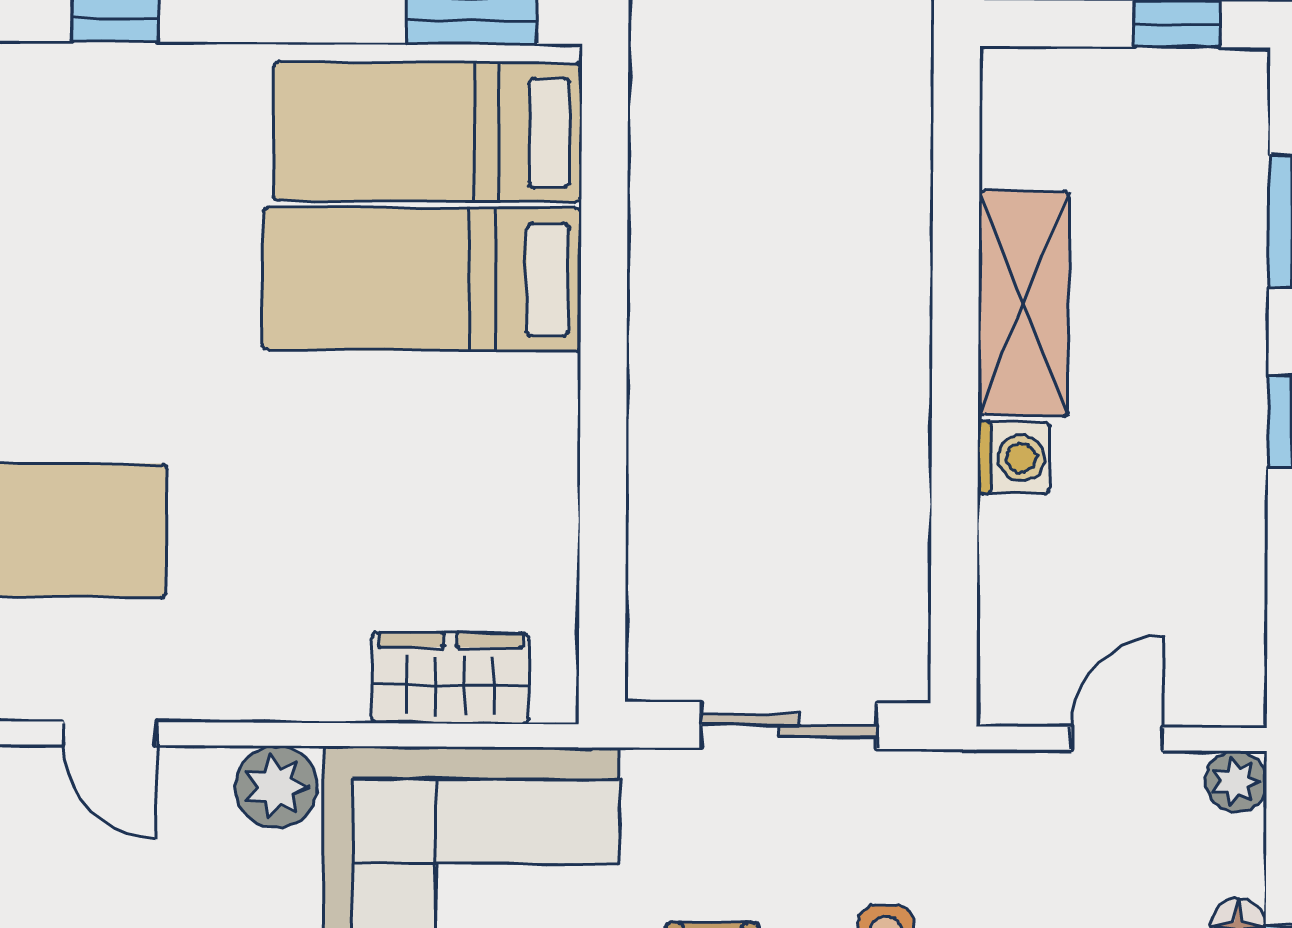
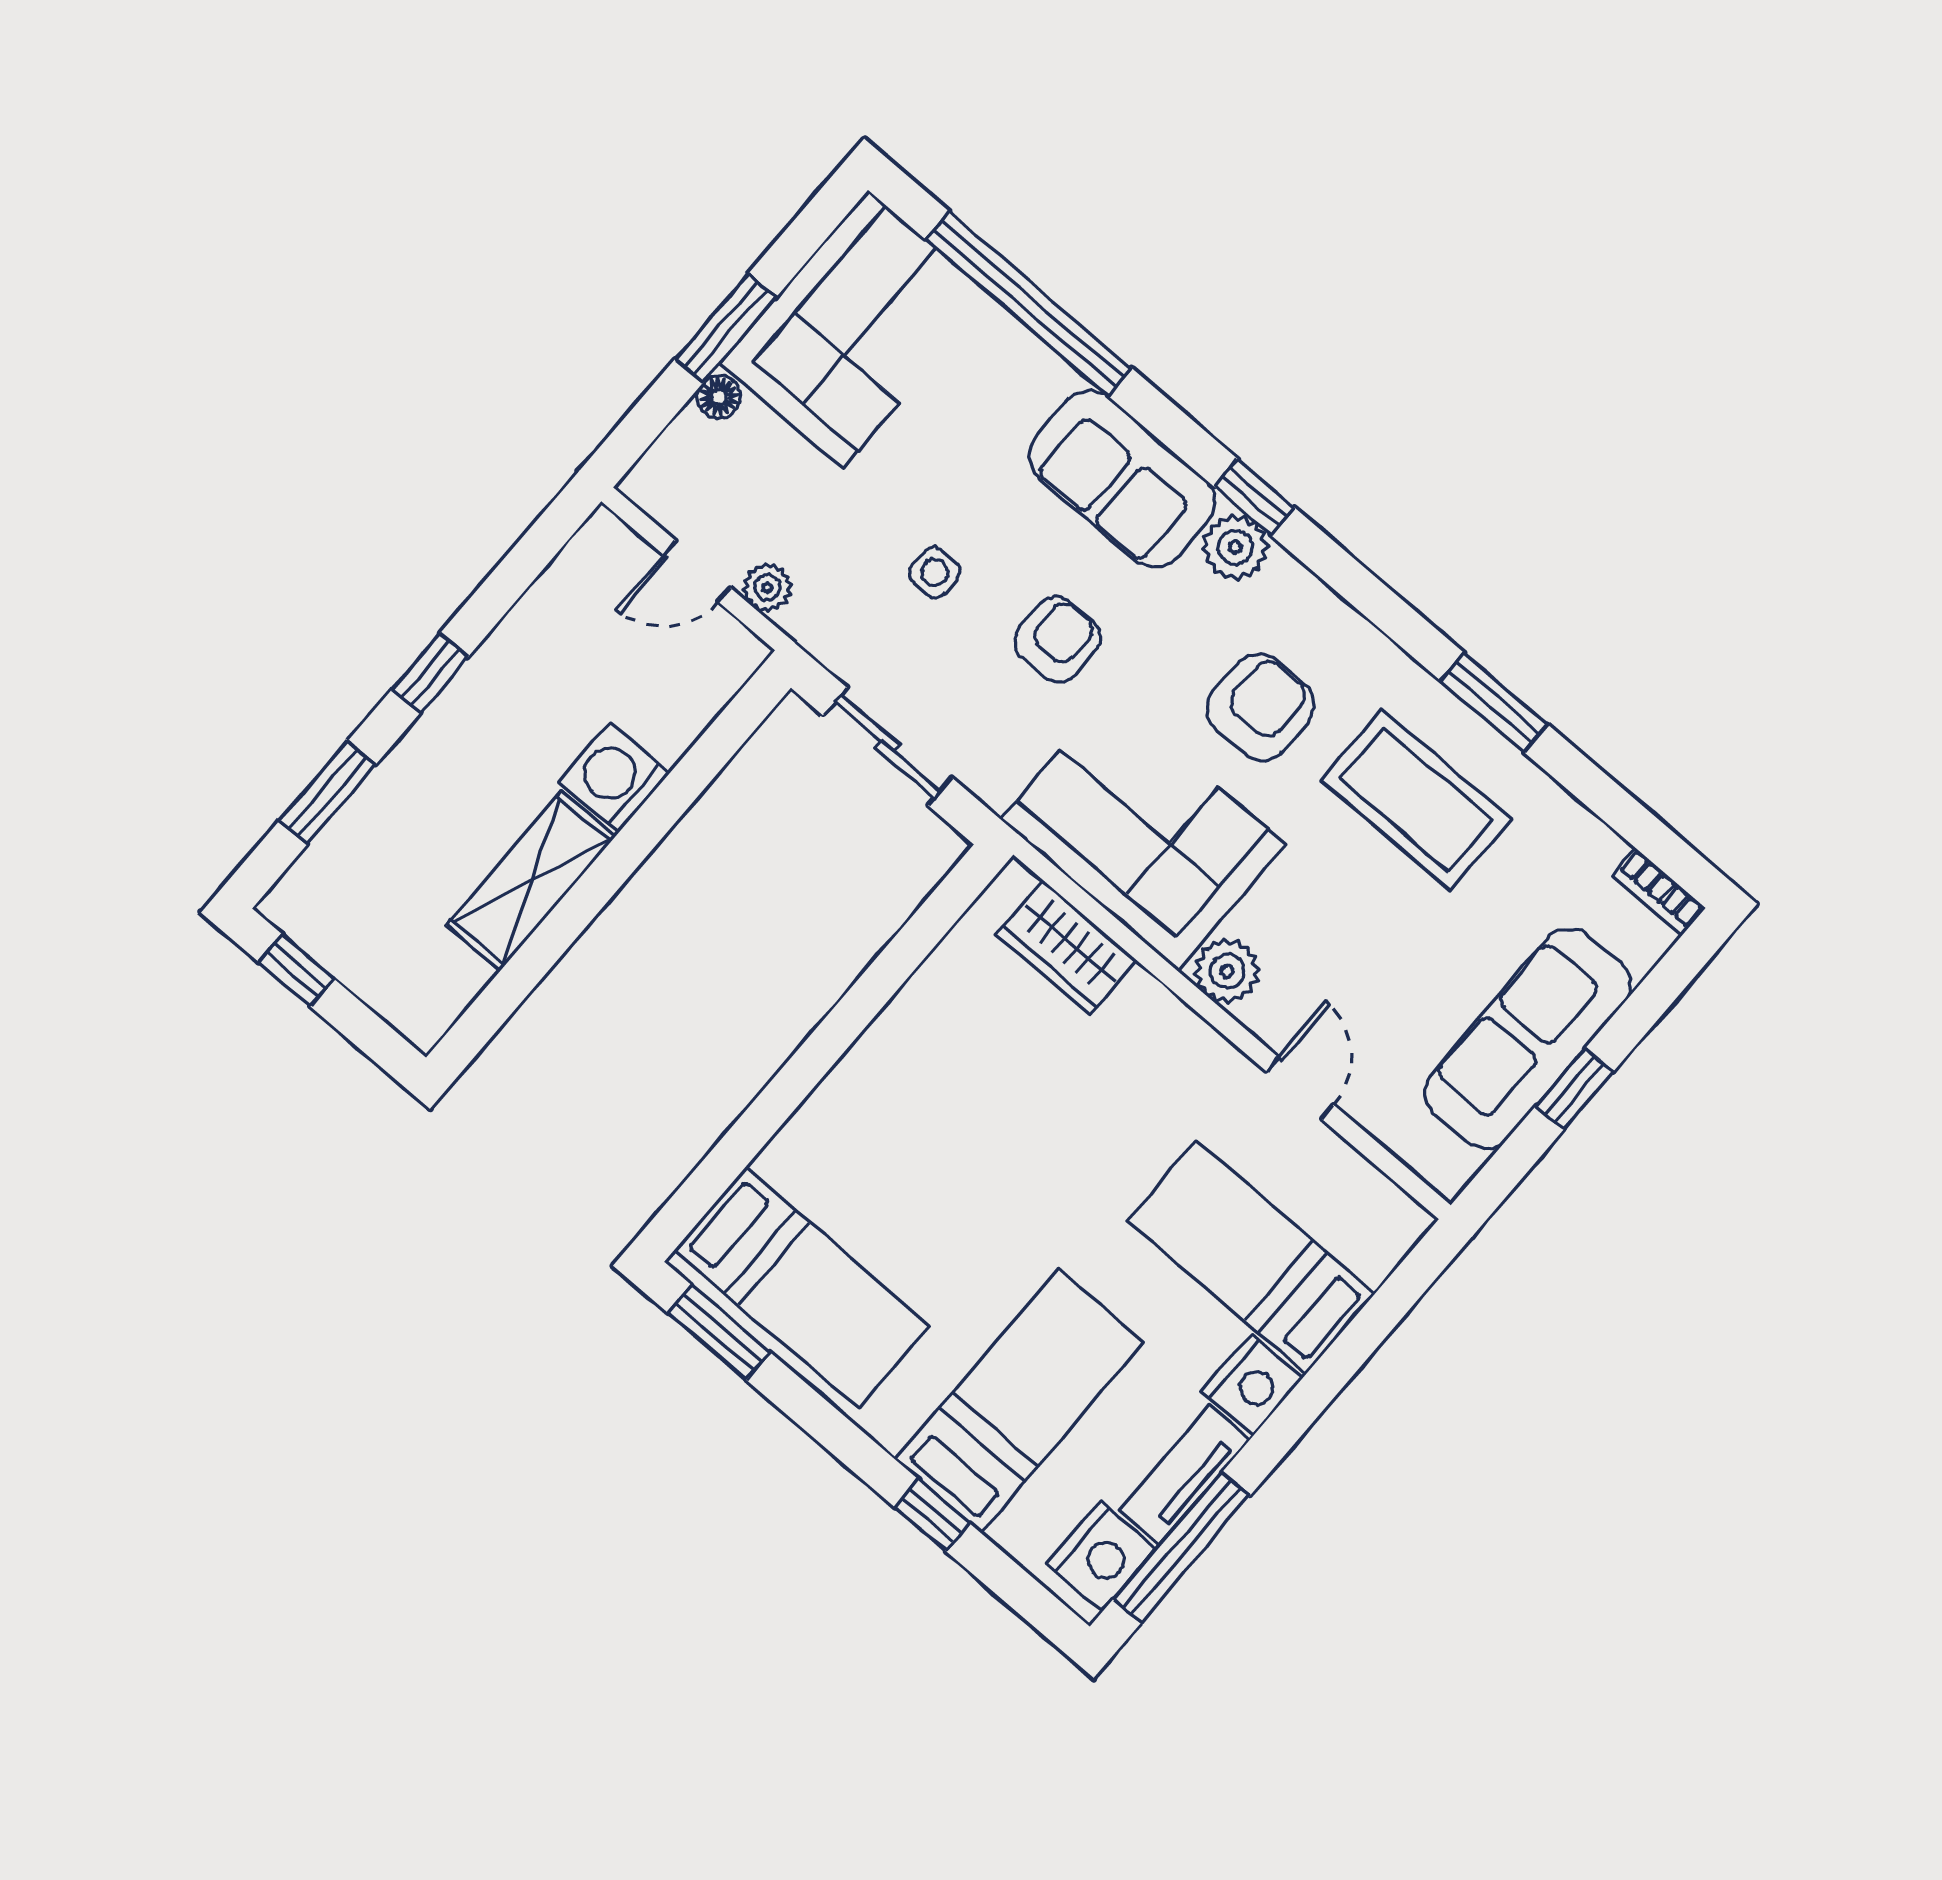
bed: (422, 279) -> (1019, 1401), moved, turned -90
washing machine: (1014, 458) -> (614, 777), width x1.38, depth x1.38
plant: (1236, 781) -> (767, 588), moved

